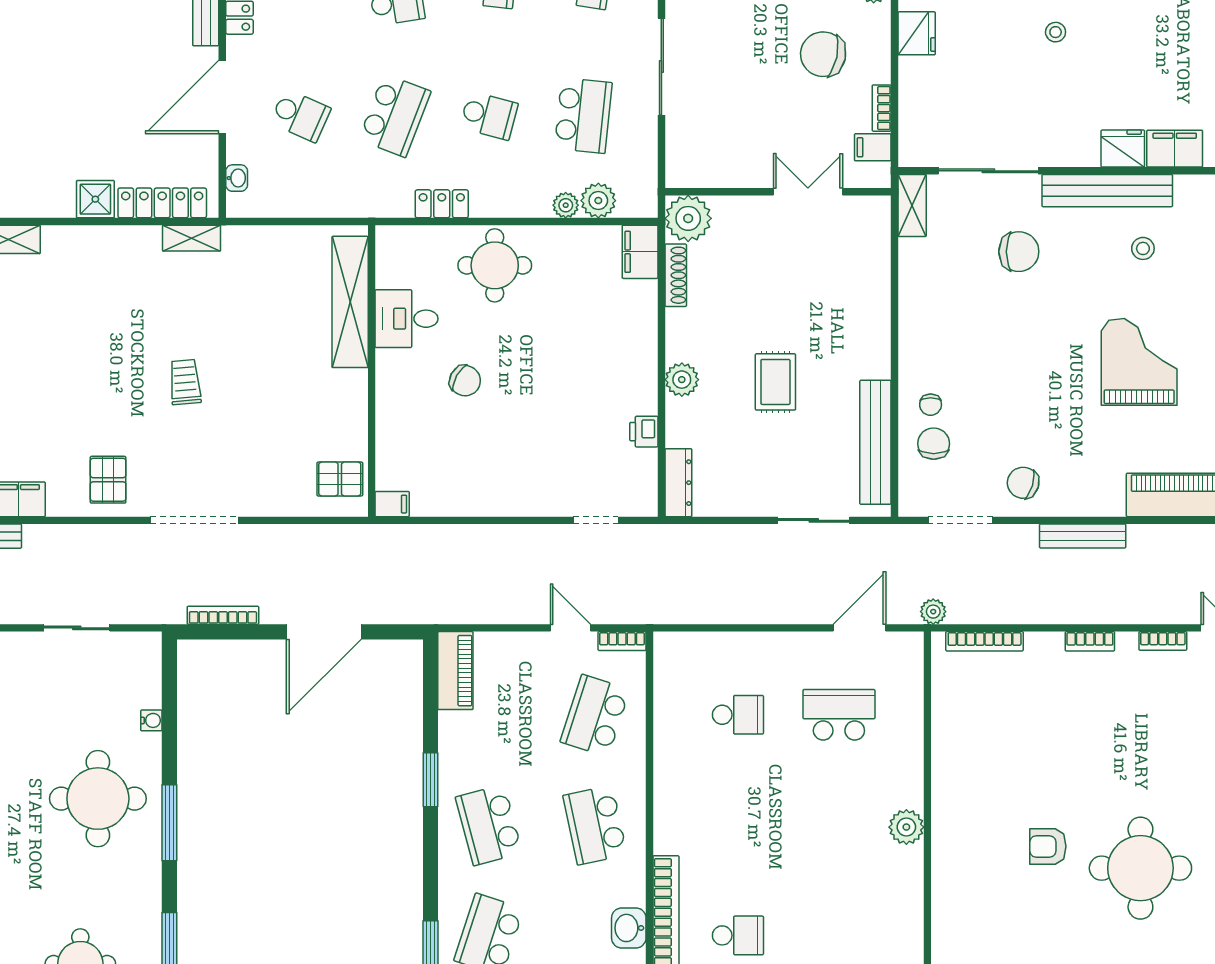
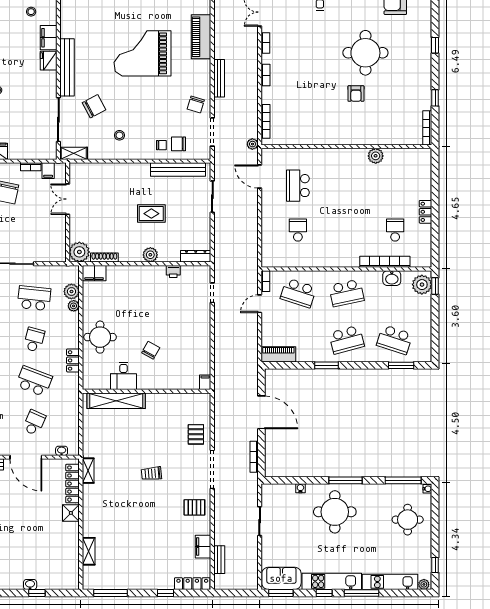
stool: (1143, 248) -> (119, 135), moved
chair: (1019, 252) -> (94, 106), turned 62
grand piano: (1139, 362) -> (143, 53), width x1.37, depth x1.48
pallet: (340, 479) -> (196, 434), moved
plant: (906, 827) -> (376, 156), moved

